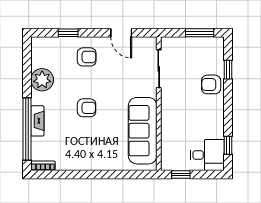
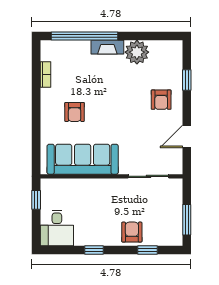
armchair: (87, 108) -> (75, 112), moved
fireplace: (37, 121) -> (107, 47), moved
window: (228, 145) -> (94, 250), moved
bookcase: (43, 166) -> (45, 74), moved

